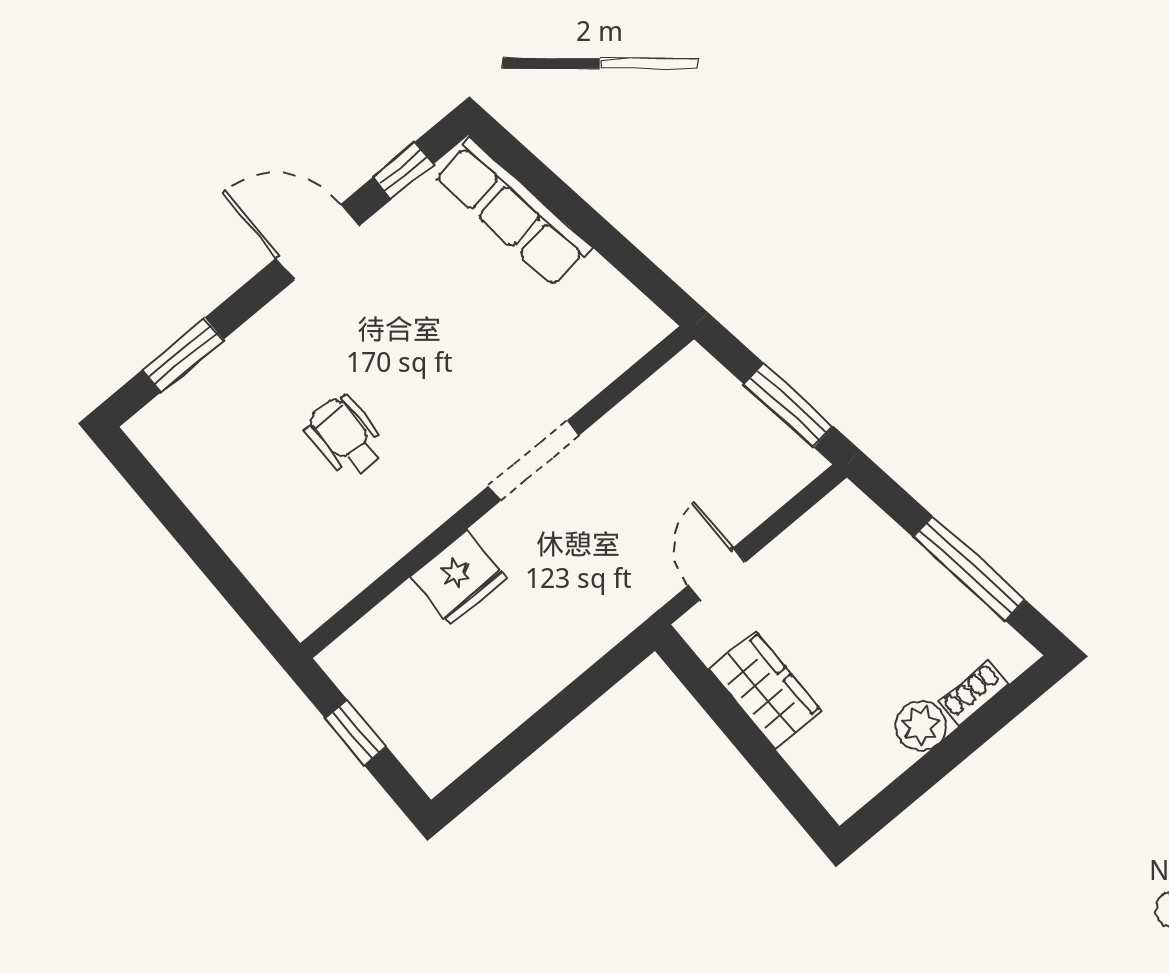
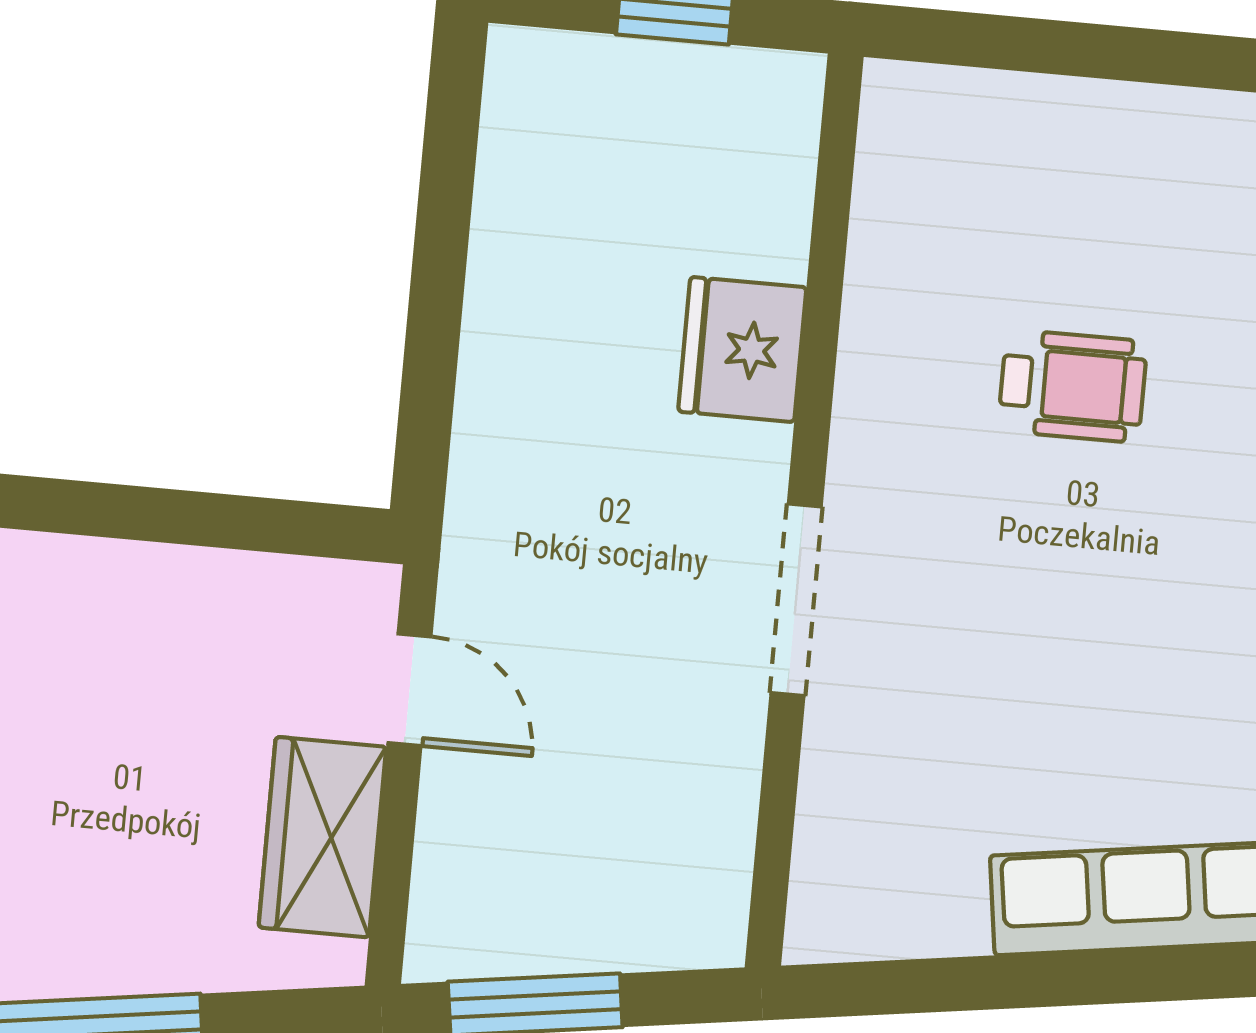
wardrobe: (765, 690) -> (322, 837), moved, turned 90

